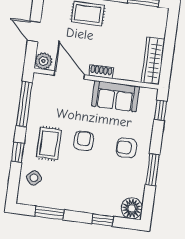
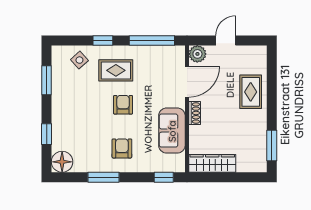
armchair: (84, 141) -> (123, 105), turned -90

